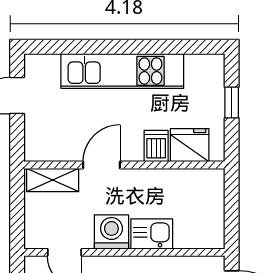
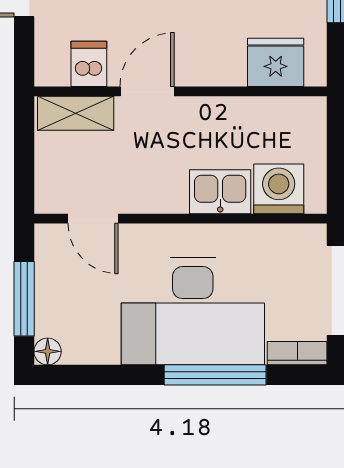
dishwasher: (156, 146) -> (89, 64), moved
washing machine: (111, 232) -> (279, 189), moved

